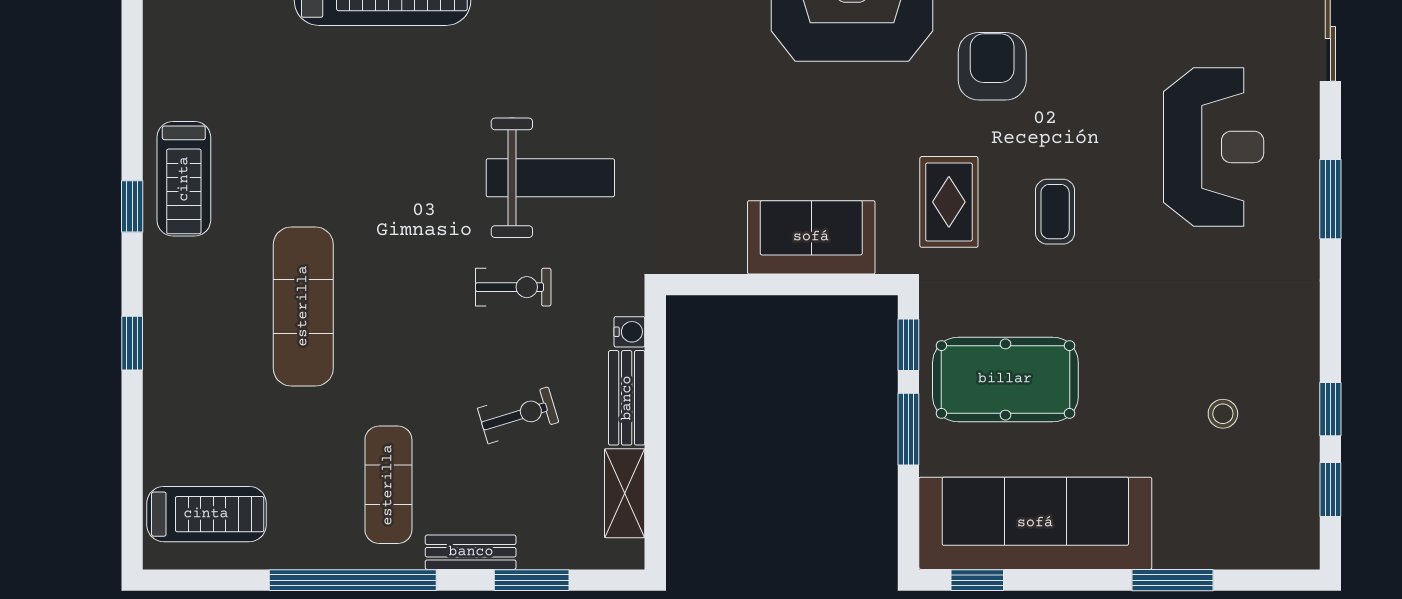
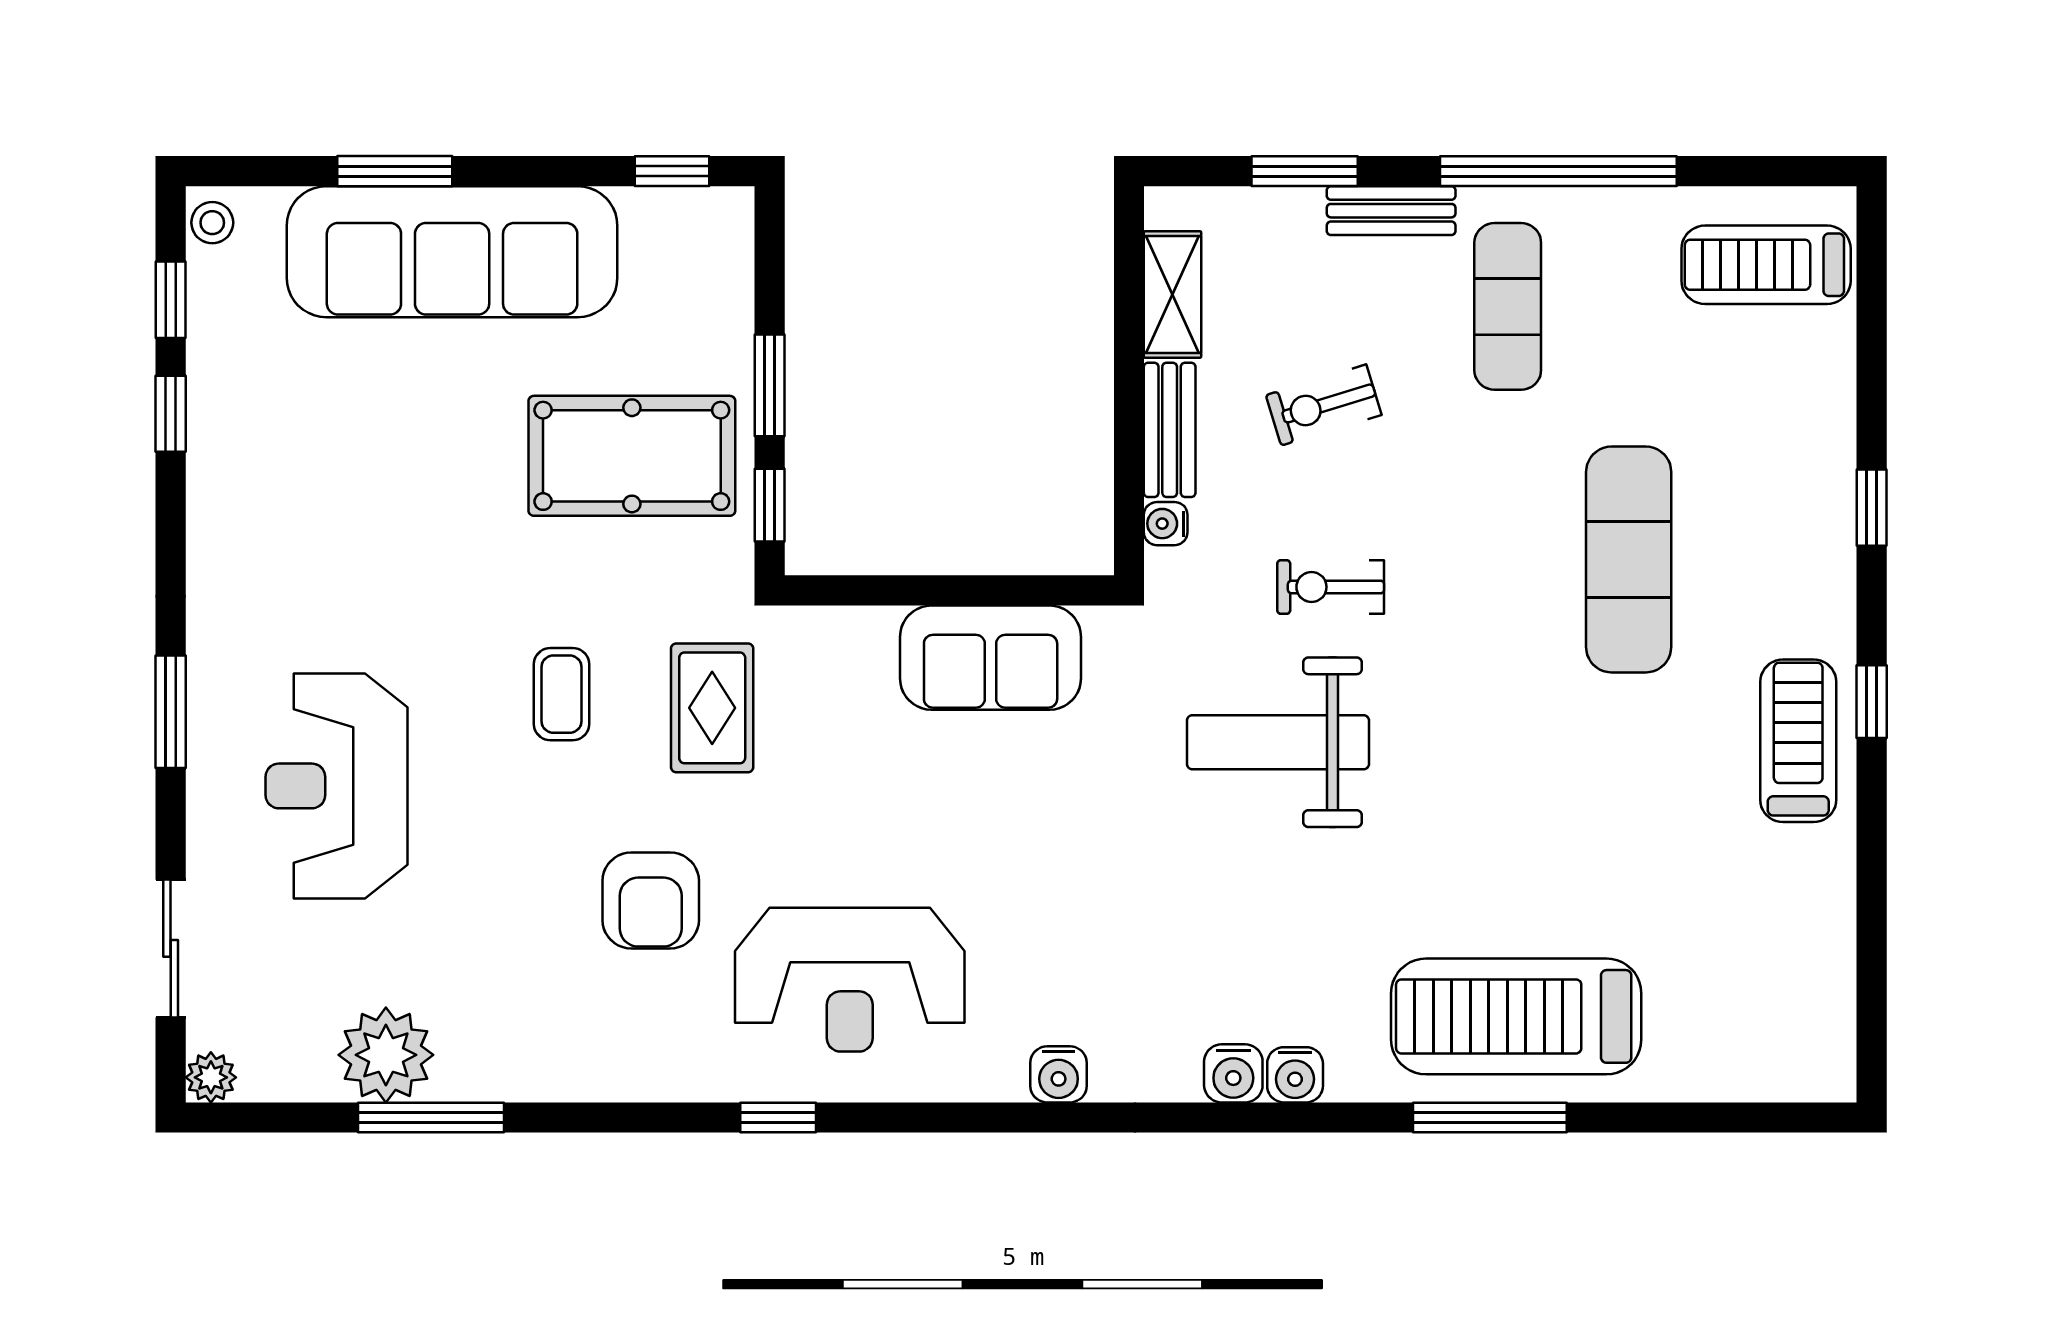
sofa: (811, 237) -> (991, 658), moved
stool: (1223, 414) -> (212, 223), moved
sofa: (1035, 523) -> (452, 252), moved

